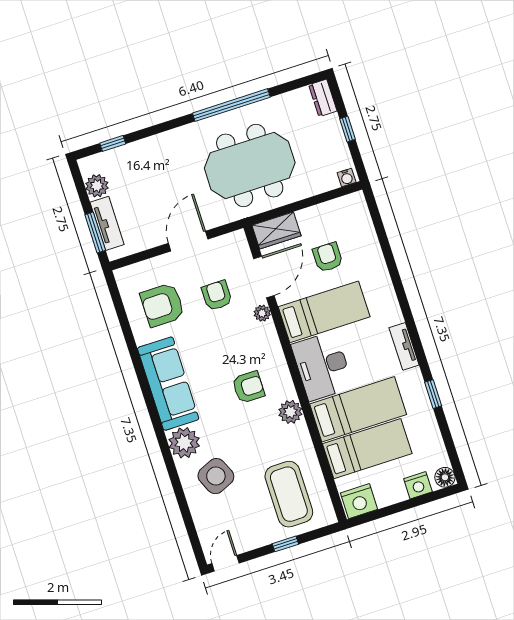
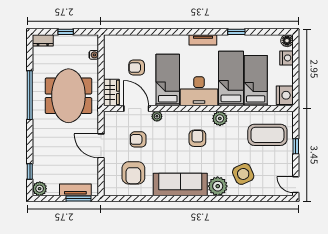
water cooler: (347, 177) -> (94, 55), moved
plant: (97, 186) -> (40, 189), moved

